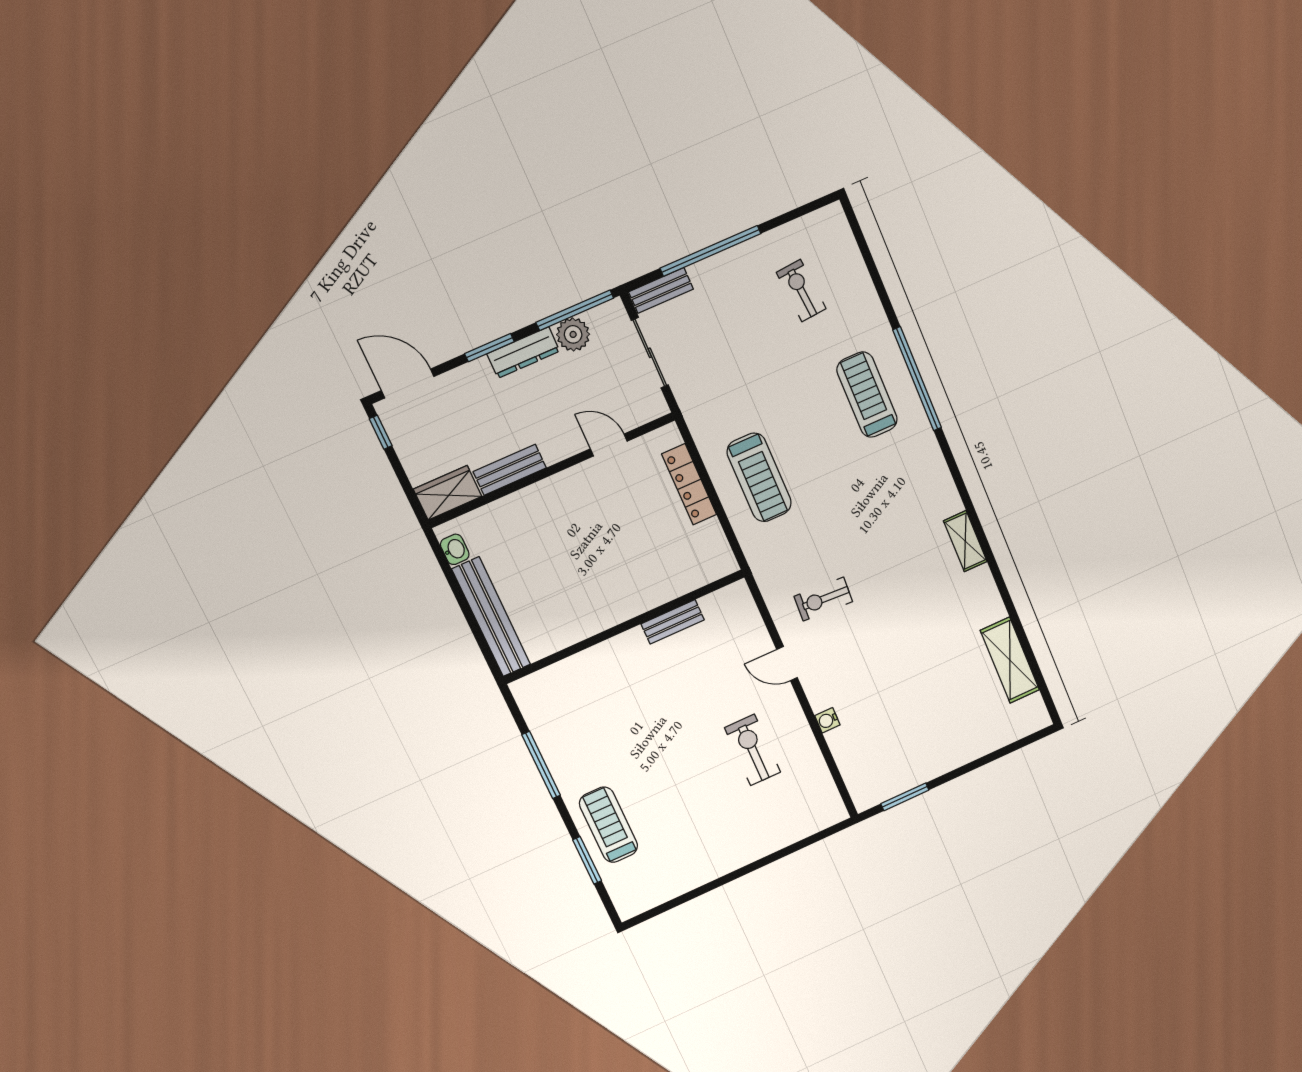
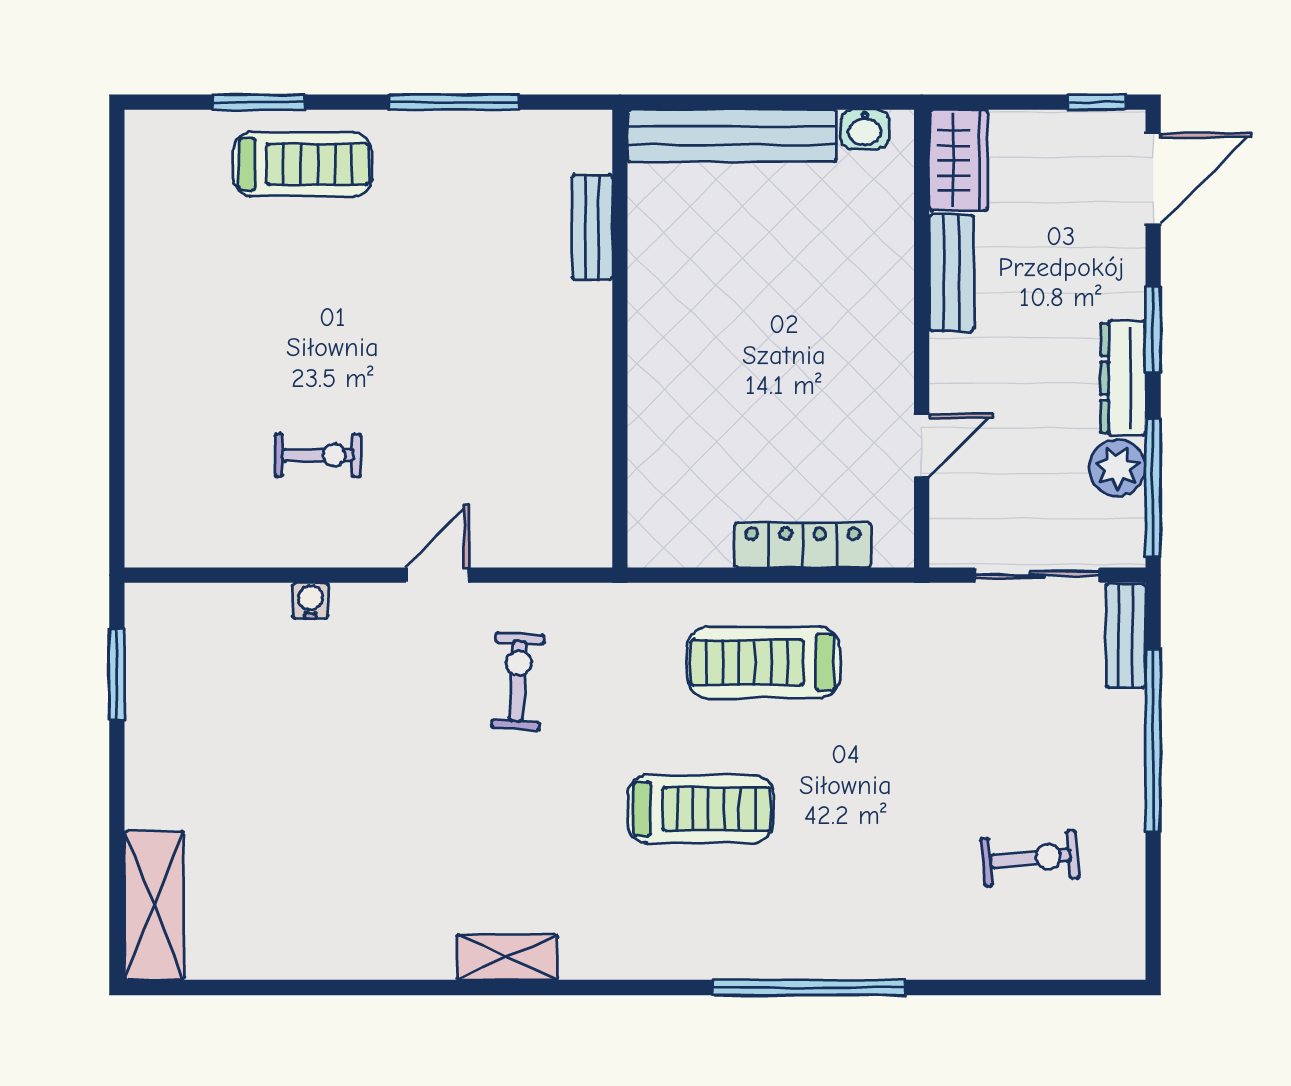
treadmill: (867, 395) -> (700, 809), moved
bench: (673, 622) -> (592, 227), moved
shelving: (1010, 660) -> (154, 906), moved, turned 90
exercise bike: (753, 750) -> (318, 455), width x0.73, depth x0.72

